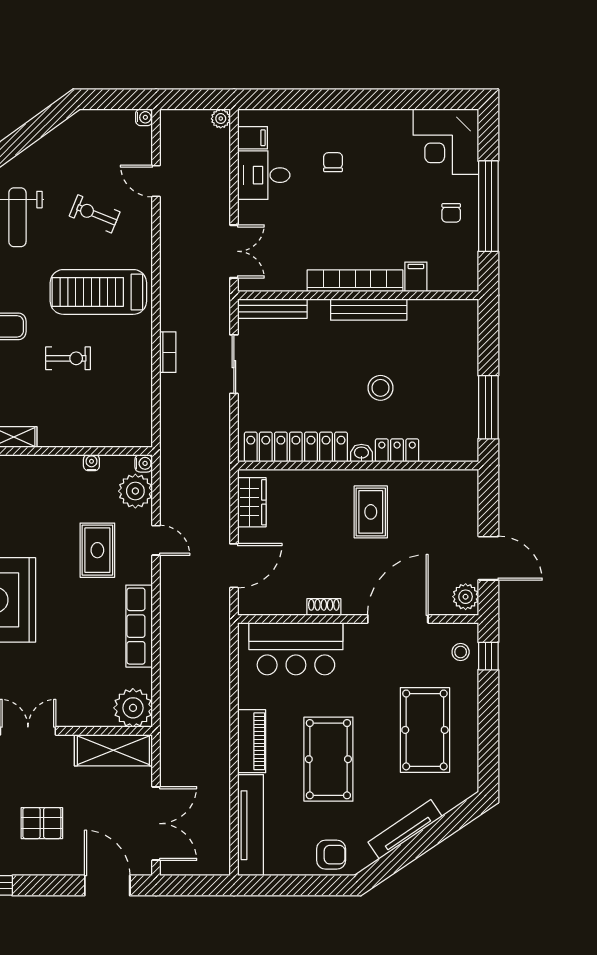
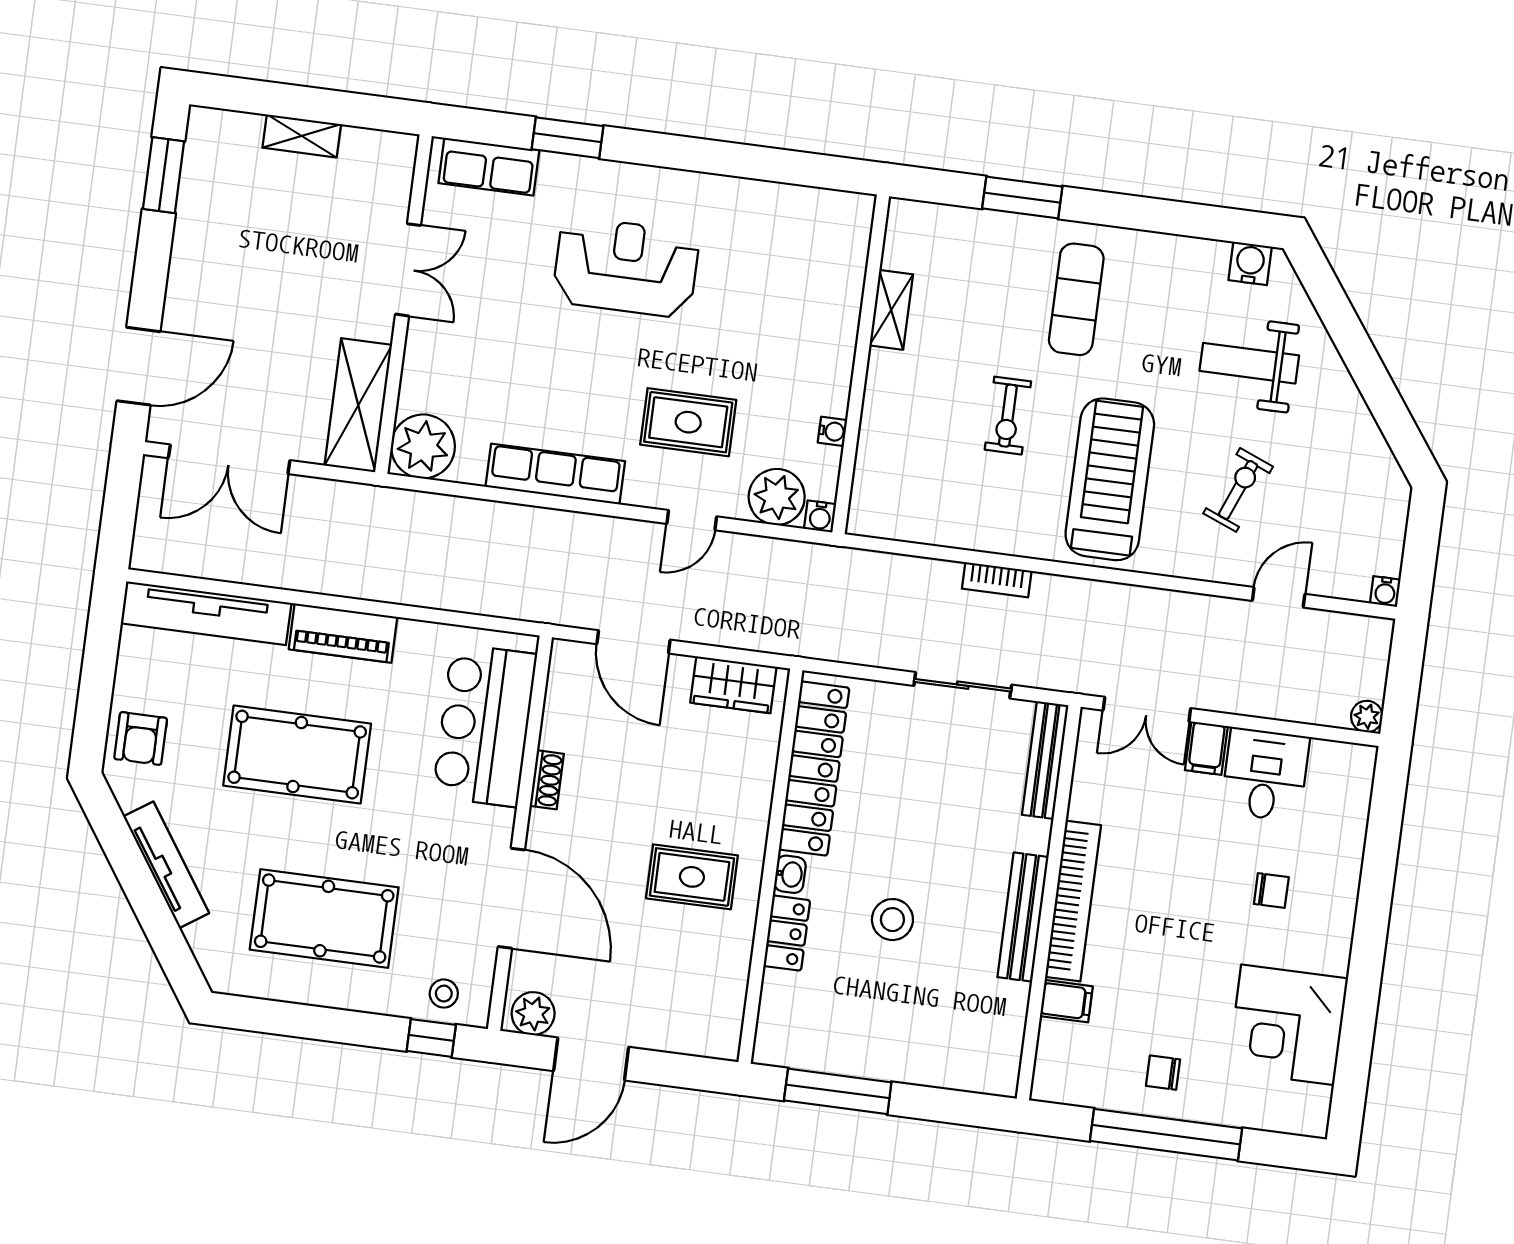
filing cabinet: (253, 138) -> (1206, 748), moved
corner desk: (446, 142) -> (1288, 1025), moved, turned -90
pallet: (42, 823) -> (254, 273), removed

